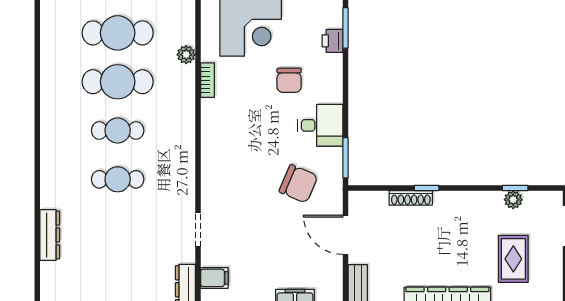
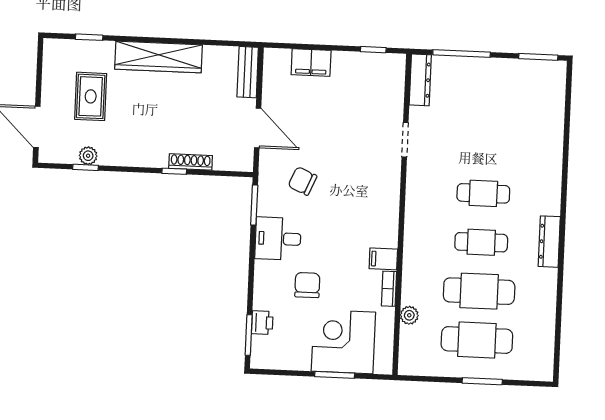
chair: (298, 184) -> (302, 181), width x0.73, depth x0.73
dresser: (50, 235) -> (549, 242), moved
filing cabinet: (214, 278) -> (383, 259), moved

